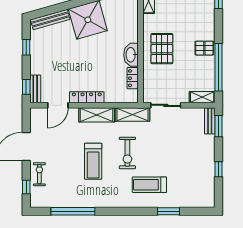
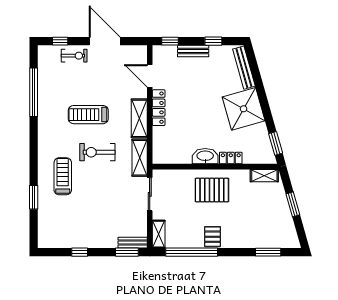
locker: (133, 78) -> (231, 158), moved
bench: (35, 89) -> (193, 51), moved

